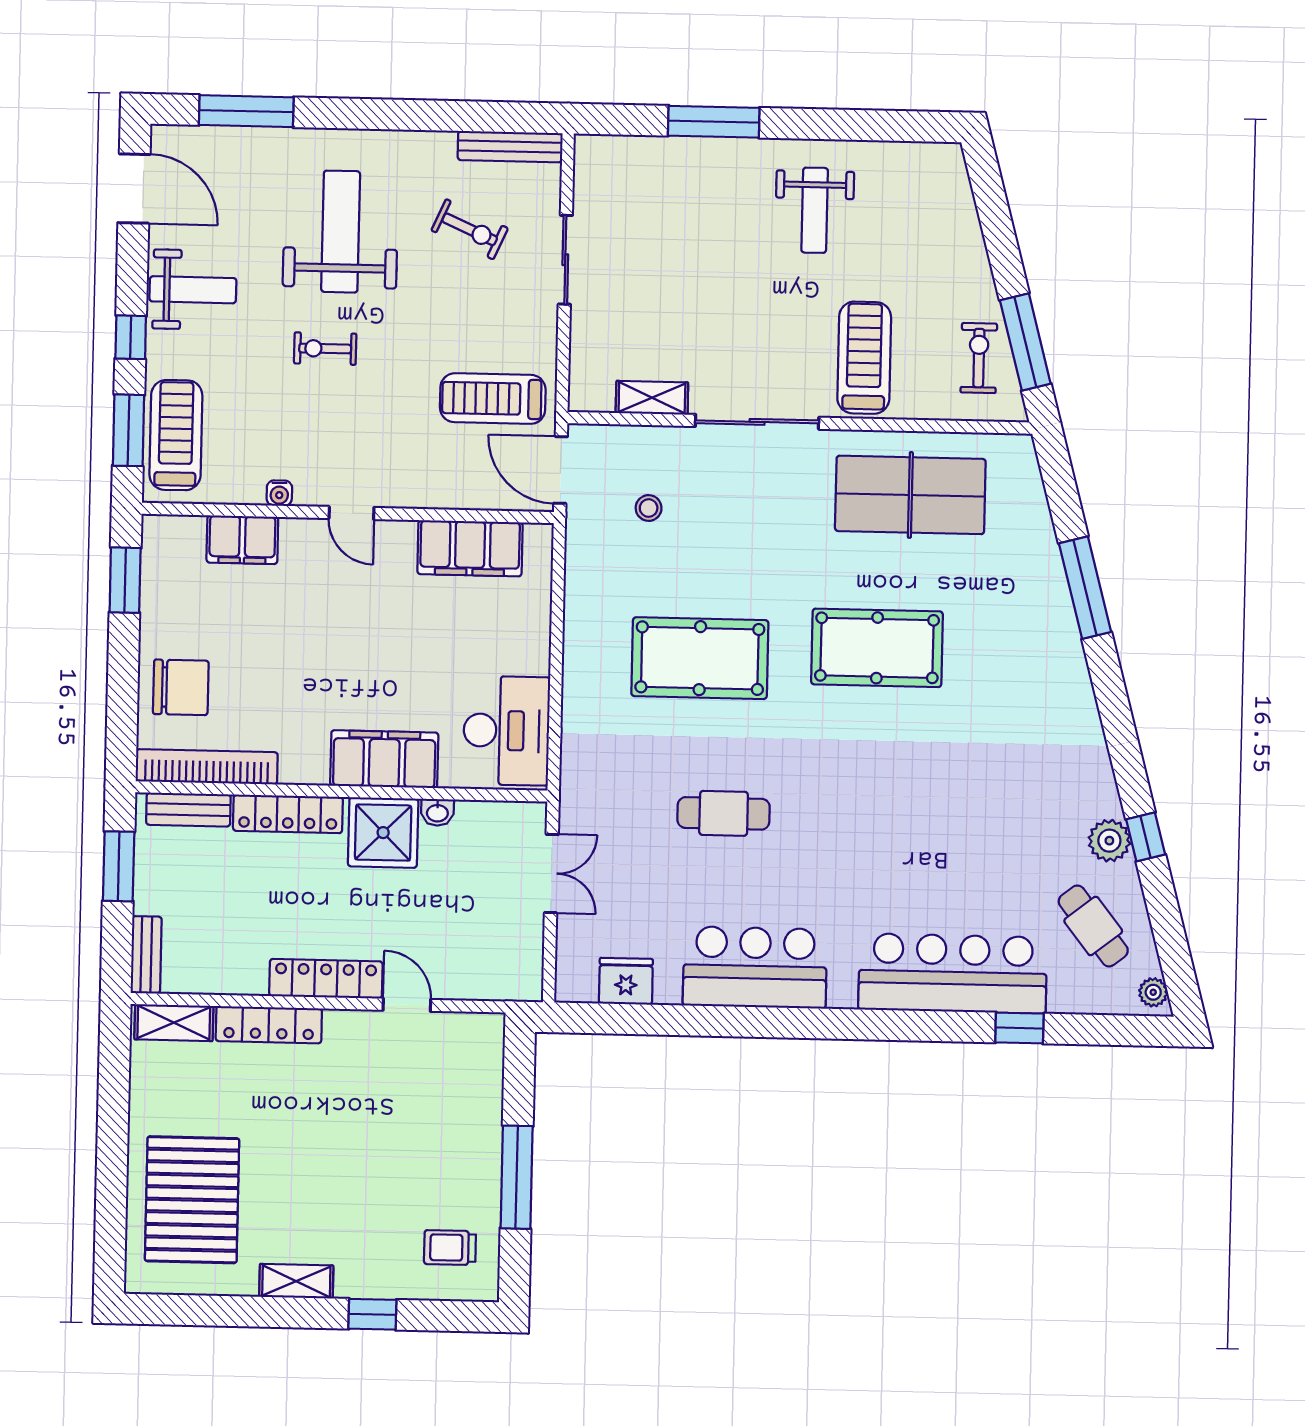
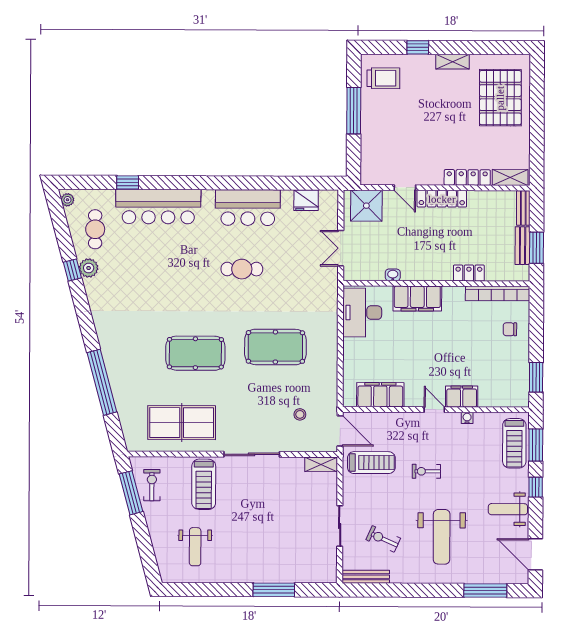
weight bench: (815, 210) -> (195, 547), moved, turned 180
exercise bike: (325, 349) -> (426, 471), moved, turned 180
exercise bike: (979, 358) -> (152, 485), turned 180
shelving: (652, 398) -> (321, 464), moved
filing cabinet: (242, 540) -> (462, 397), moved
window: (1085, 588) -> (102, 382), width x1.46
chair: (181, 687) -> (510, 329), width x0.54, depth x0.54
bench: (188, 810) -> (523, 246), moved, turned 90
cafe table: (724, 813) -> (242, 269), moved
locker: (288, 814) -> (469, 273), width x0.66
shower: (383, 833) -> (366, 206), moved
cafe table: (1093, 926) -> (95, 229), turned 38
trolley: (450, 1248) -> (383, 78), width x1.36, depth x1.39

